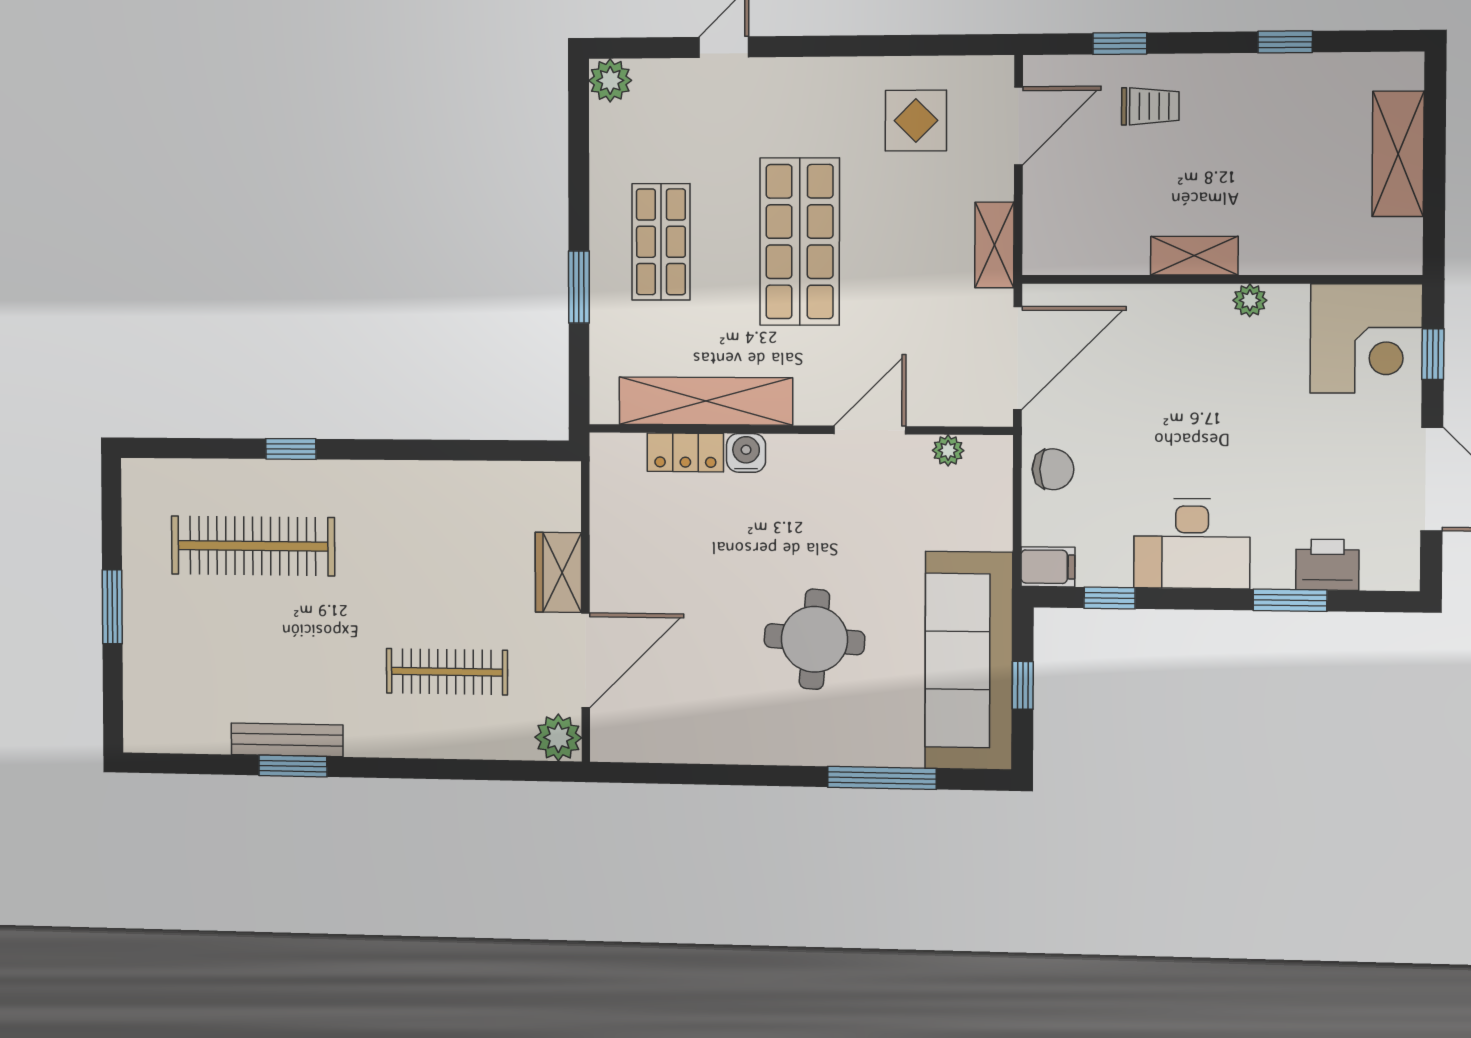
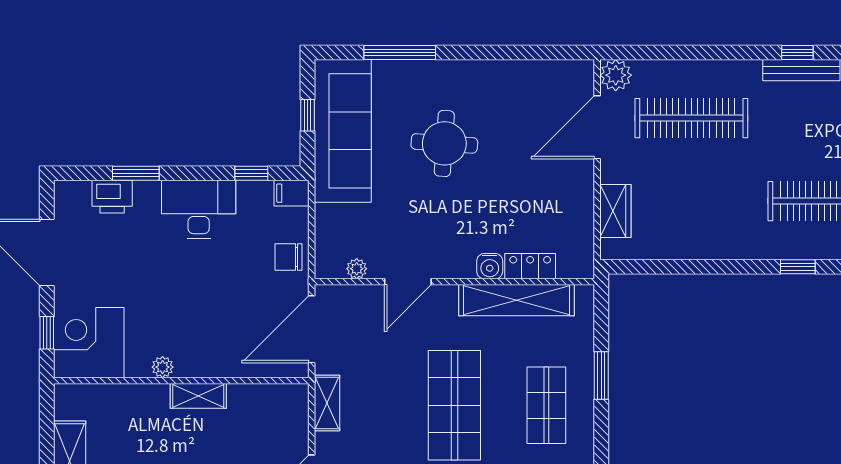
wardrobe: (558, 572) -> (615, 211), moved
clothes rail: (447, 672) -> (691, 118), width x1.37, depth x1.31
window: (293, 766) -> (797, 52), width x0.67

